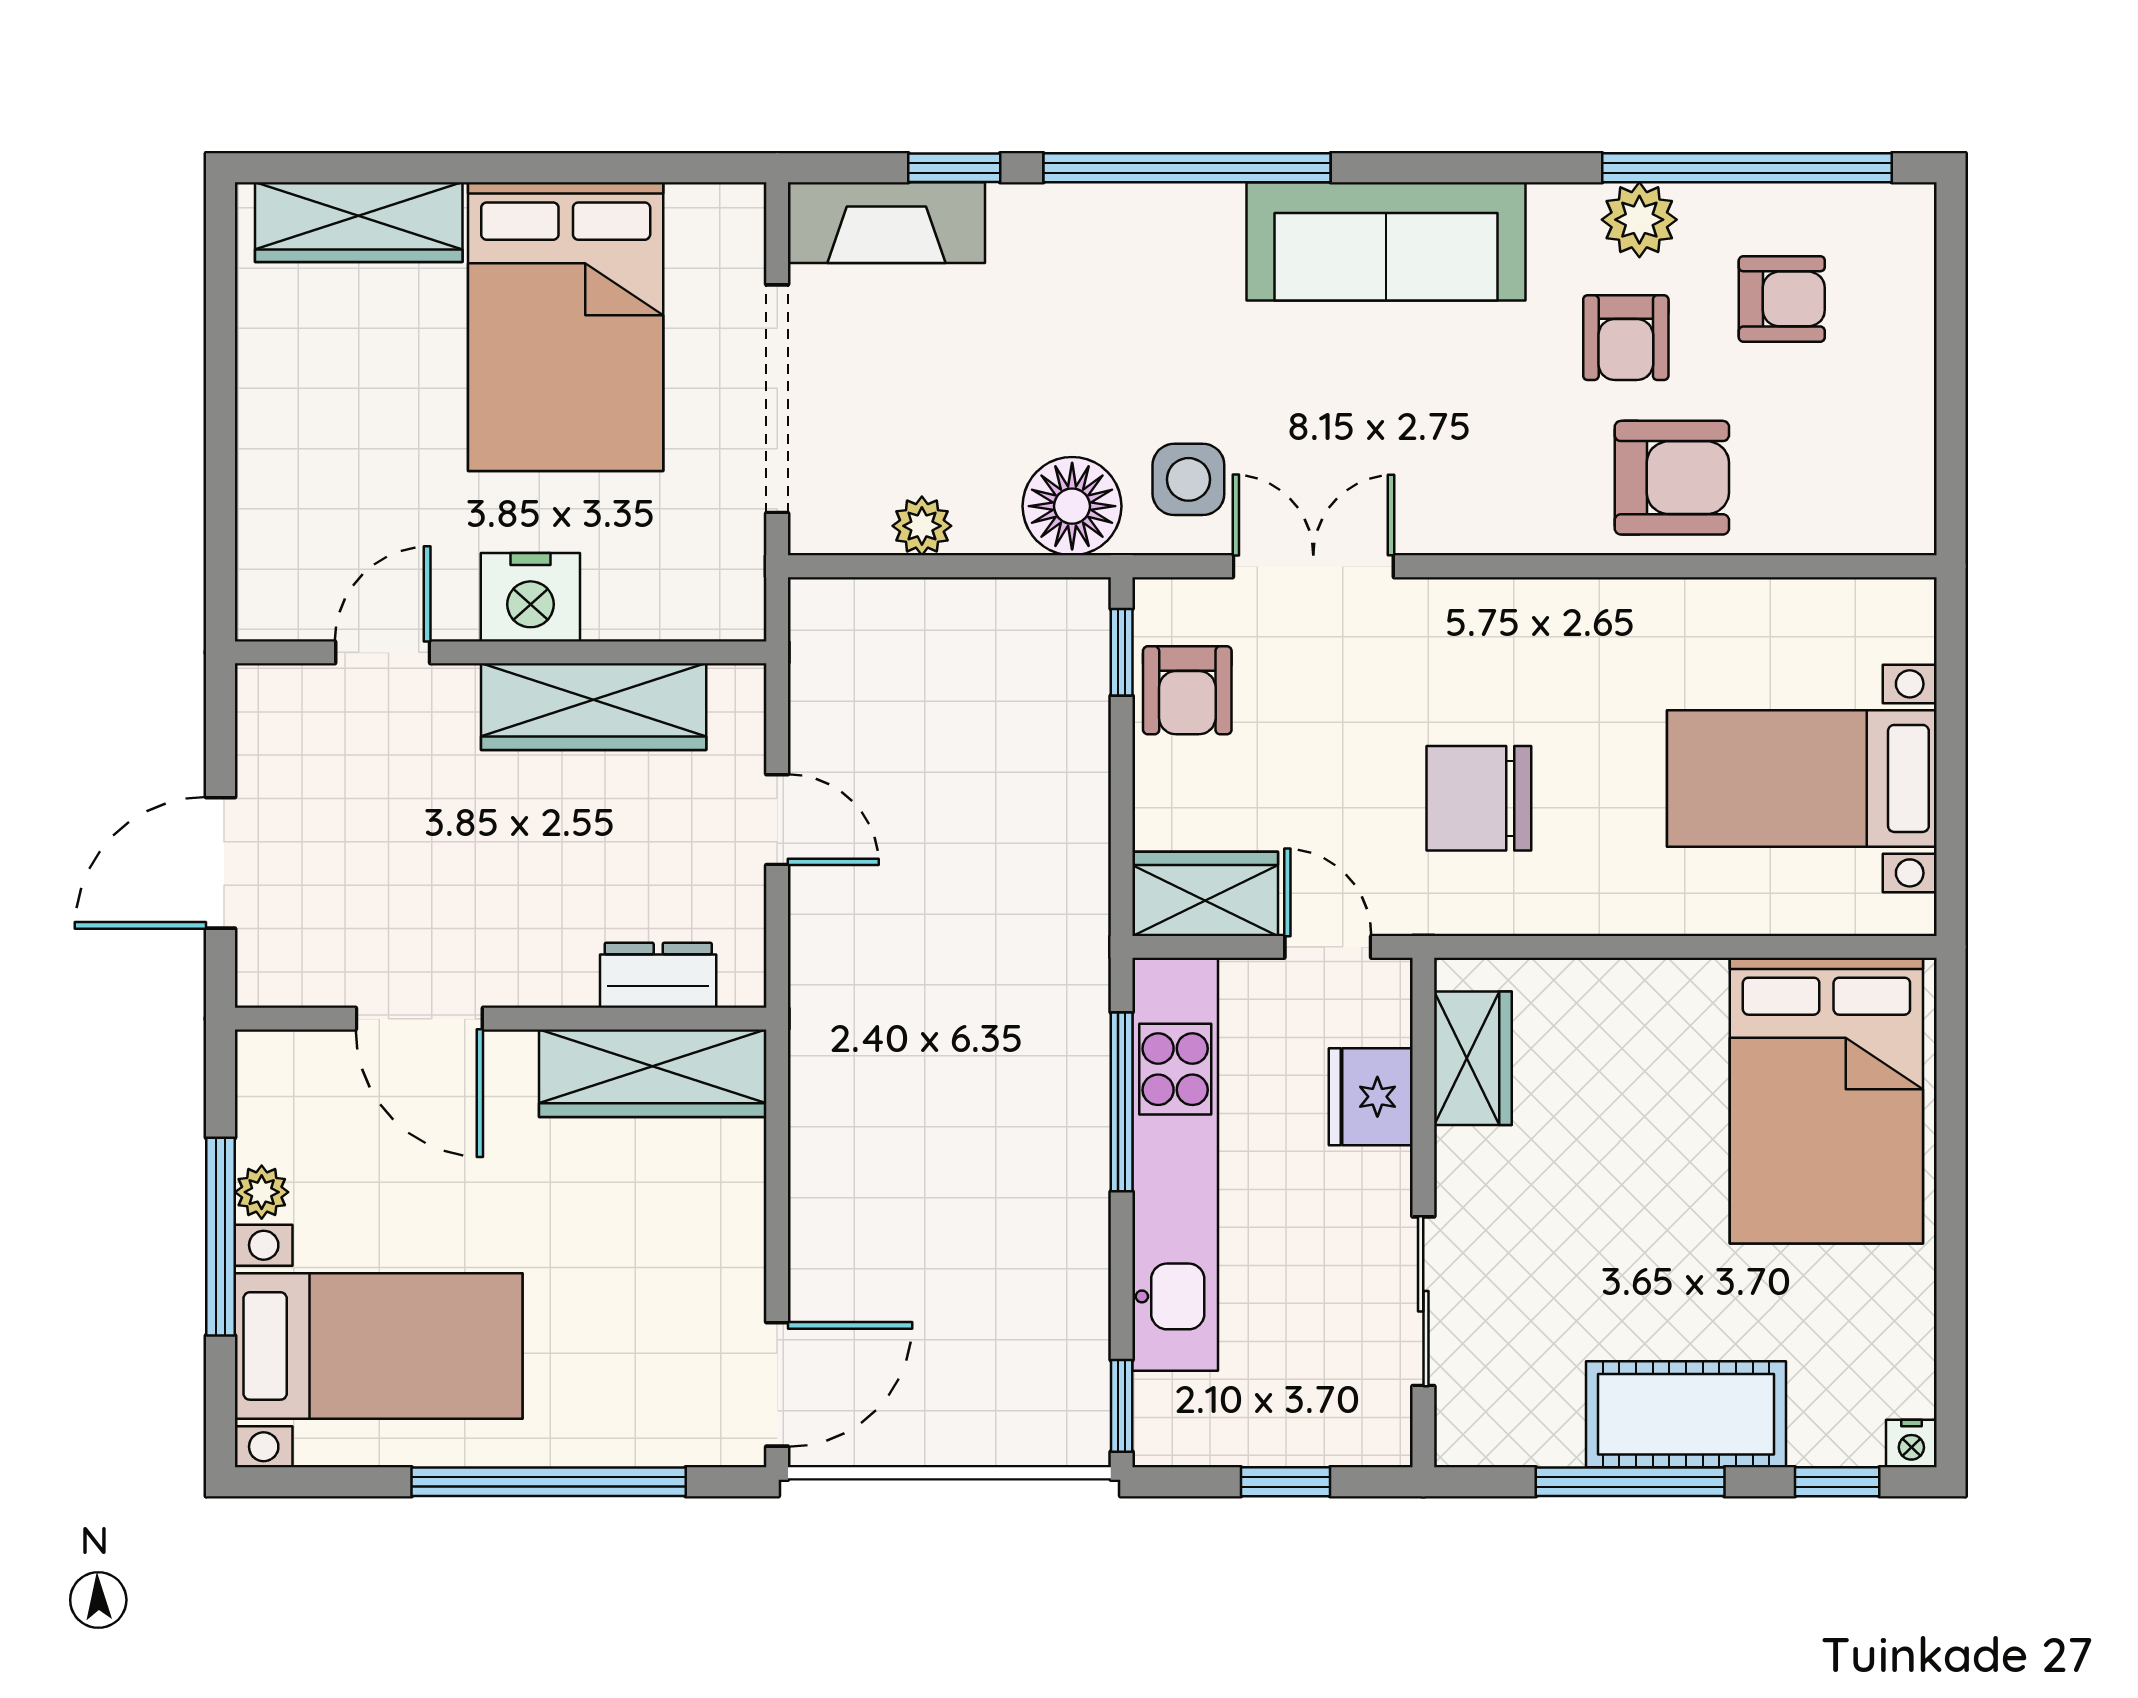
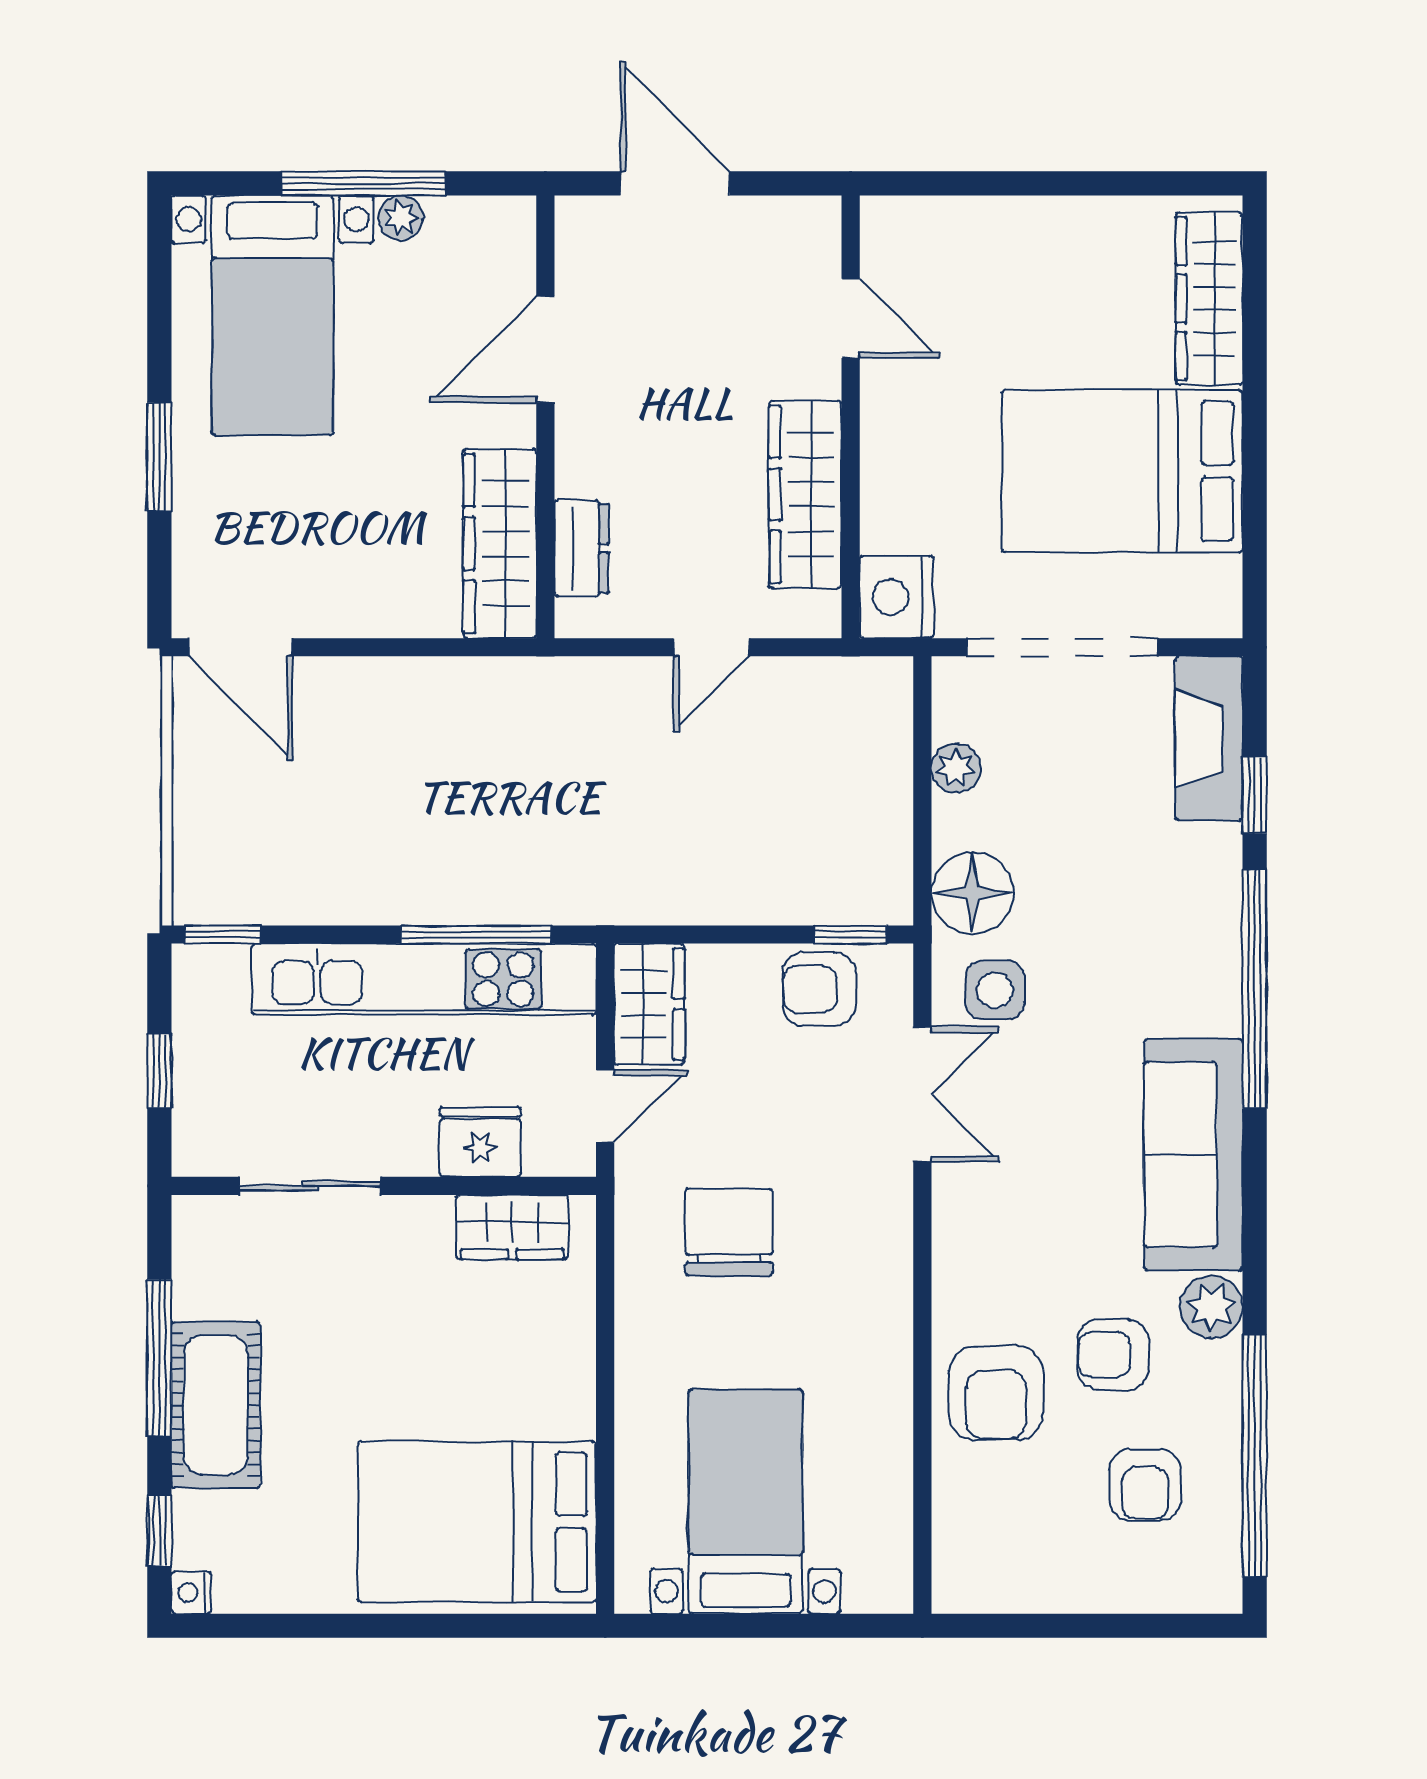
plant: (1639, 220) -> (1211, 1307), moved
nightstand: (530, 597) -> (897, 597), moved
window: (549, 1482) -> (159, 457), width x0.47

